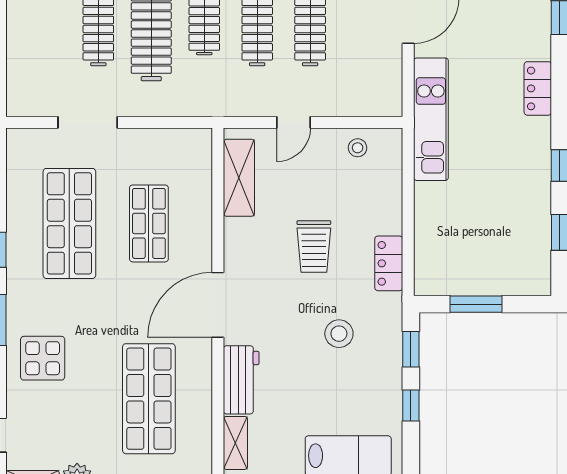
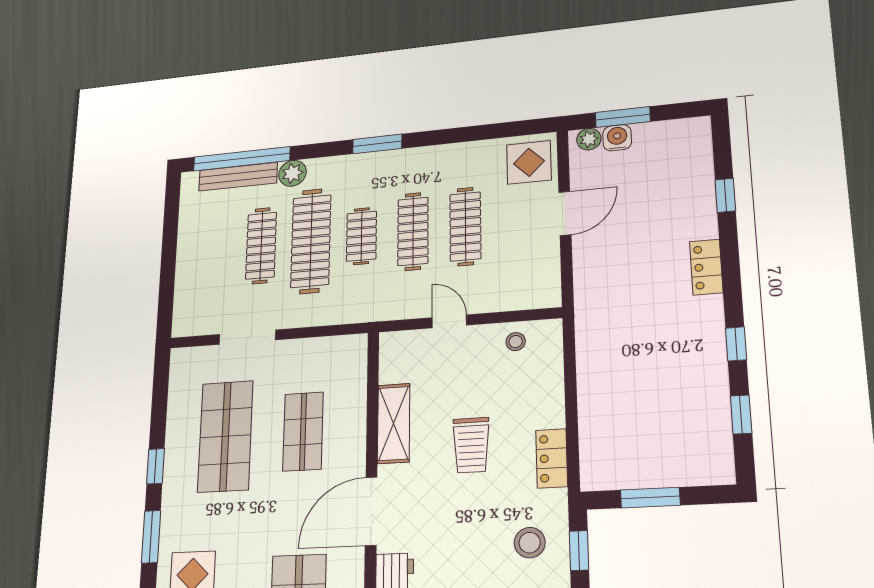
kitchen unit: (431, 119) -> (592, 307), removed
door: (294, 122) -> (449, 321), swing flipped
shelving: (239, 178) -> (394, 423), moved
stool: (339, 334) -> (530, 543), moved

